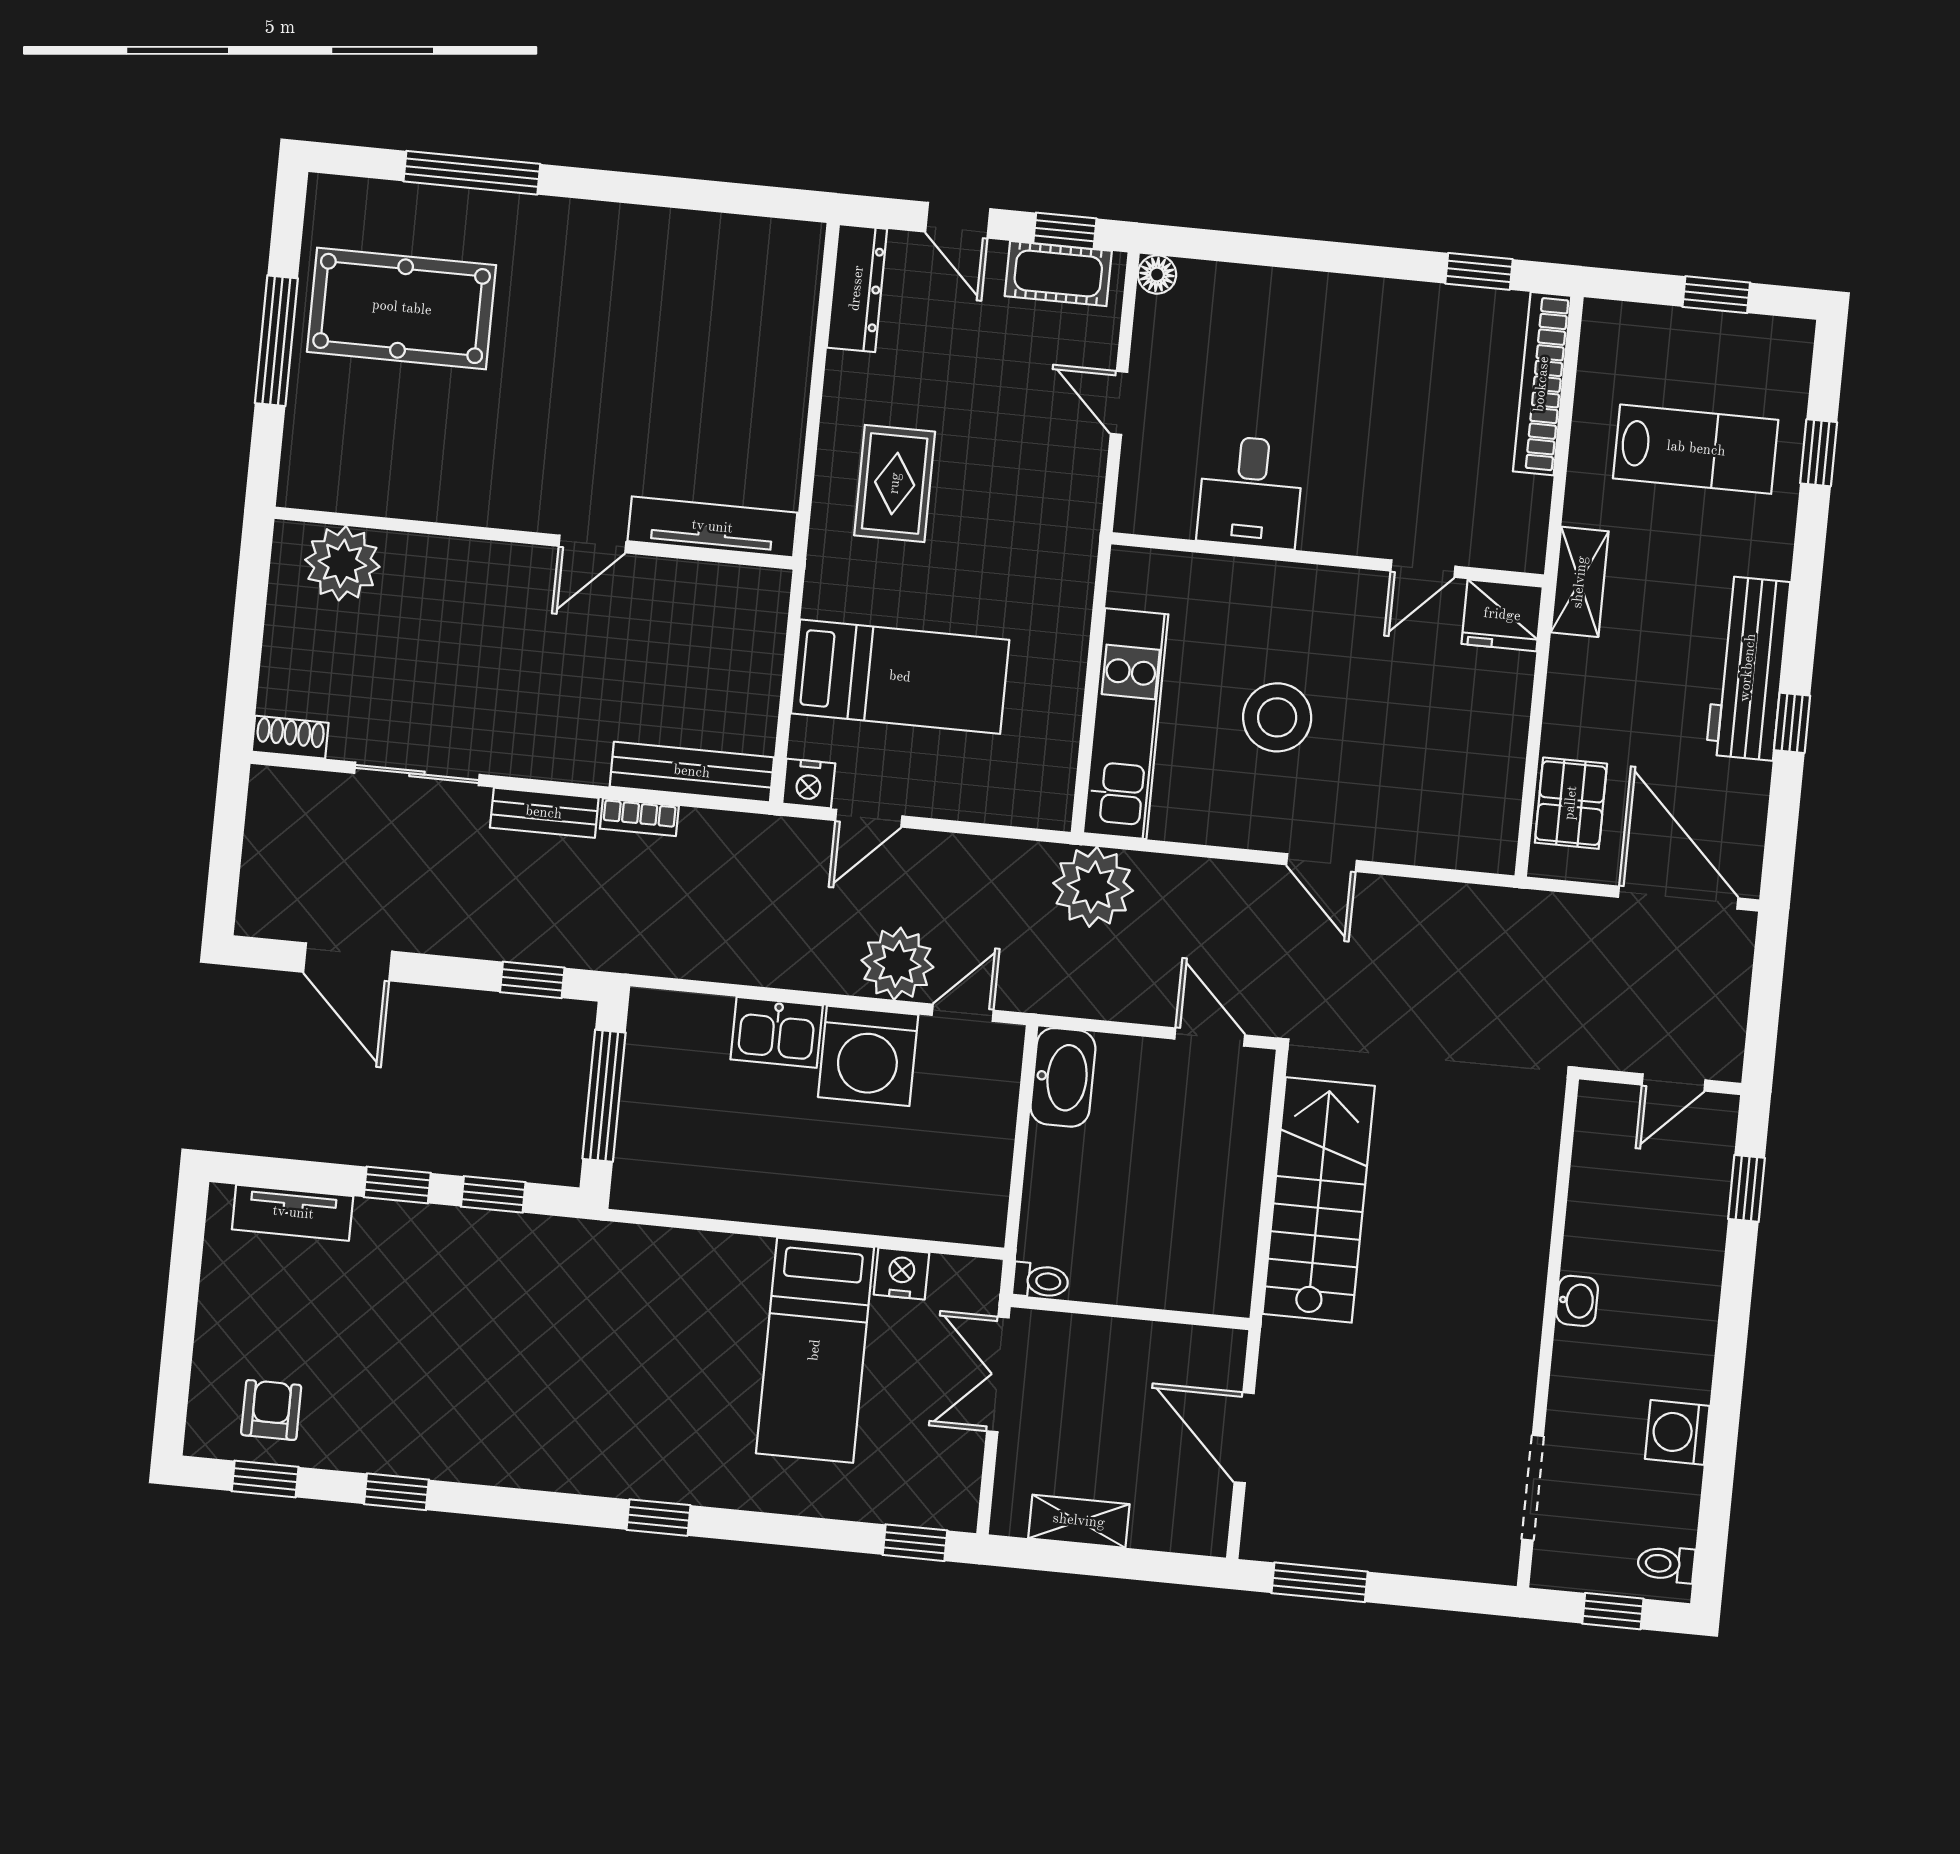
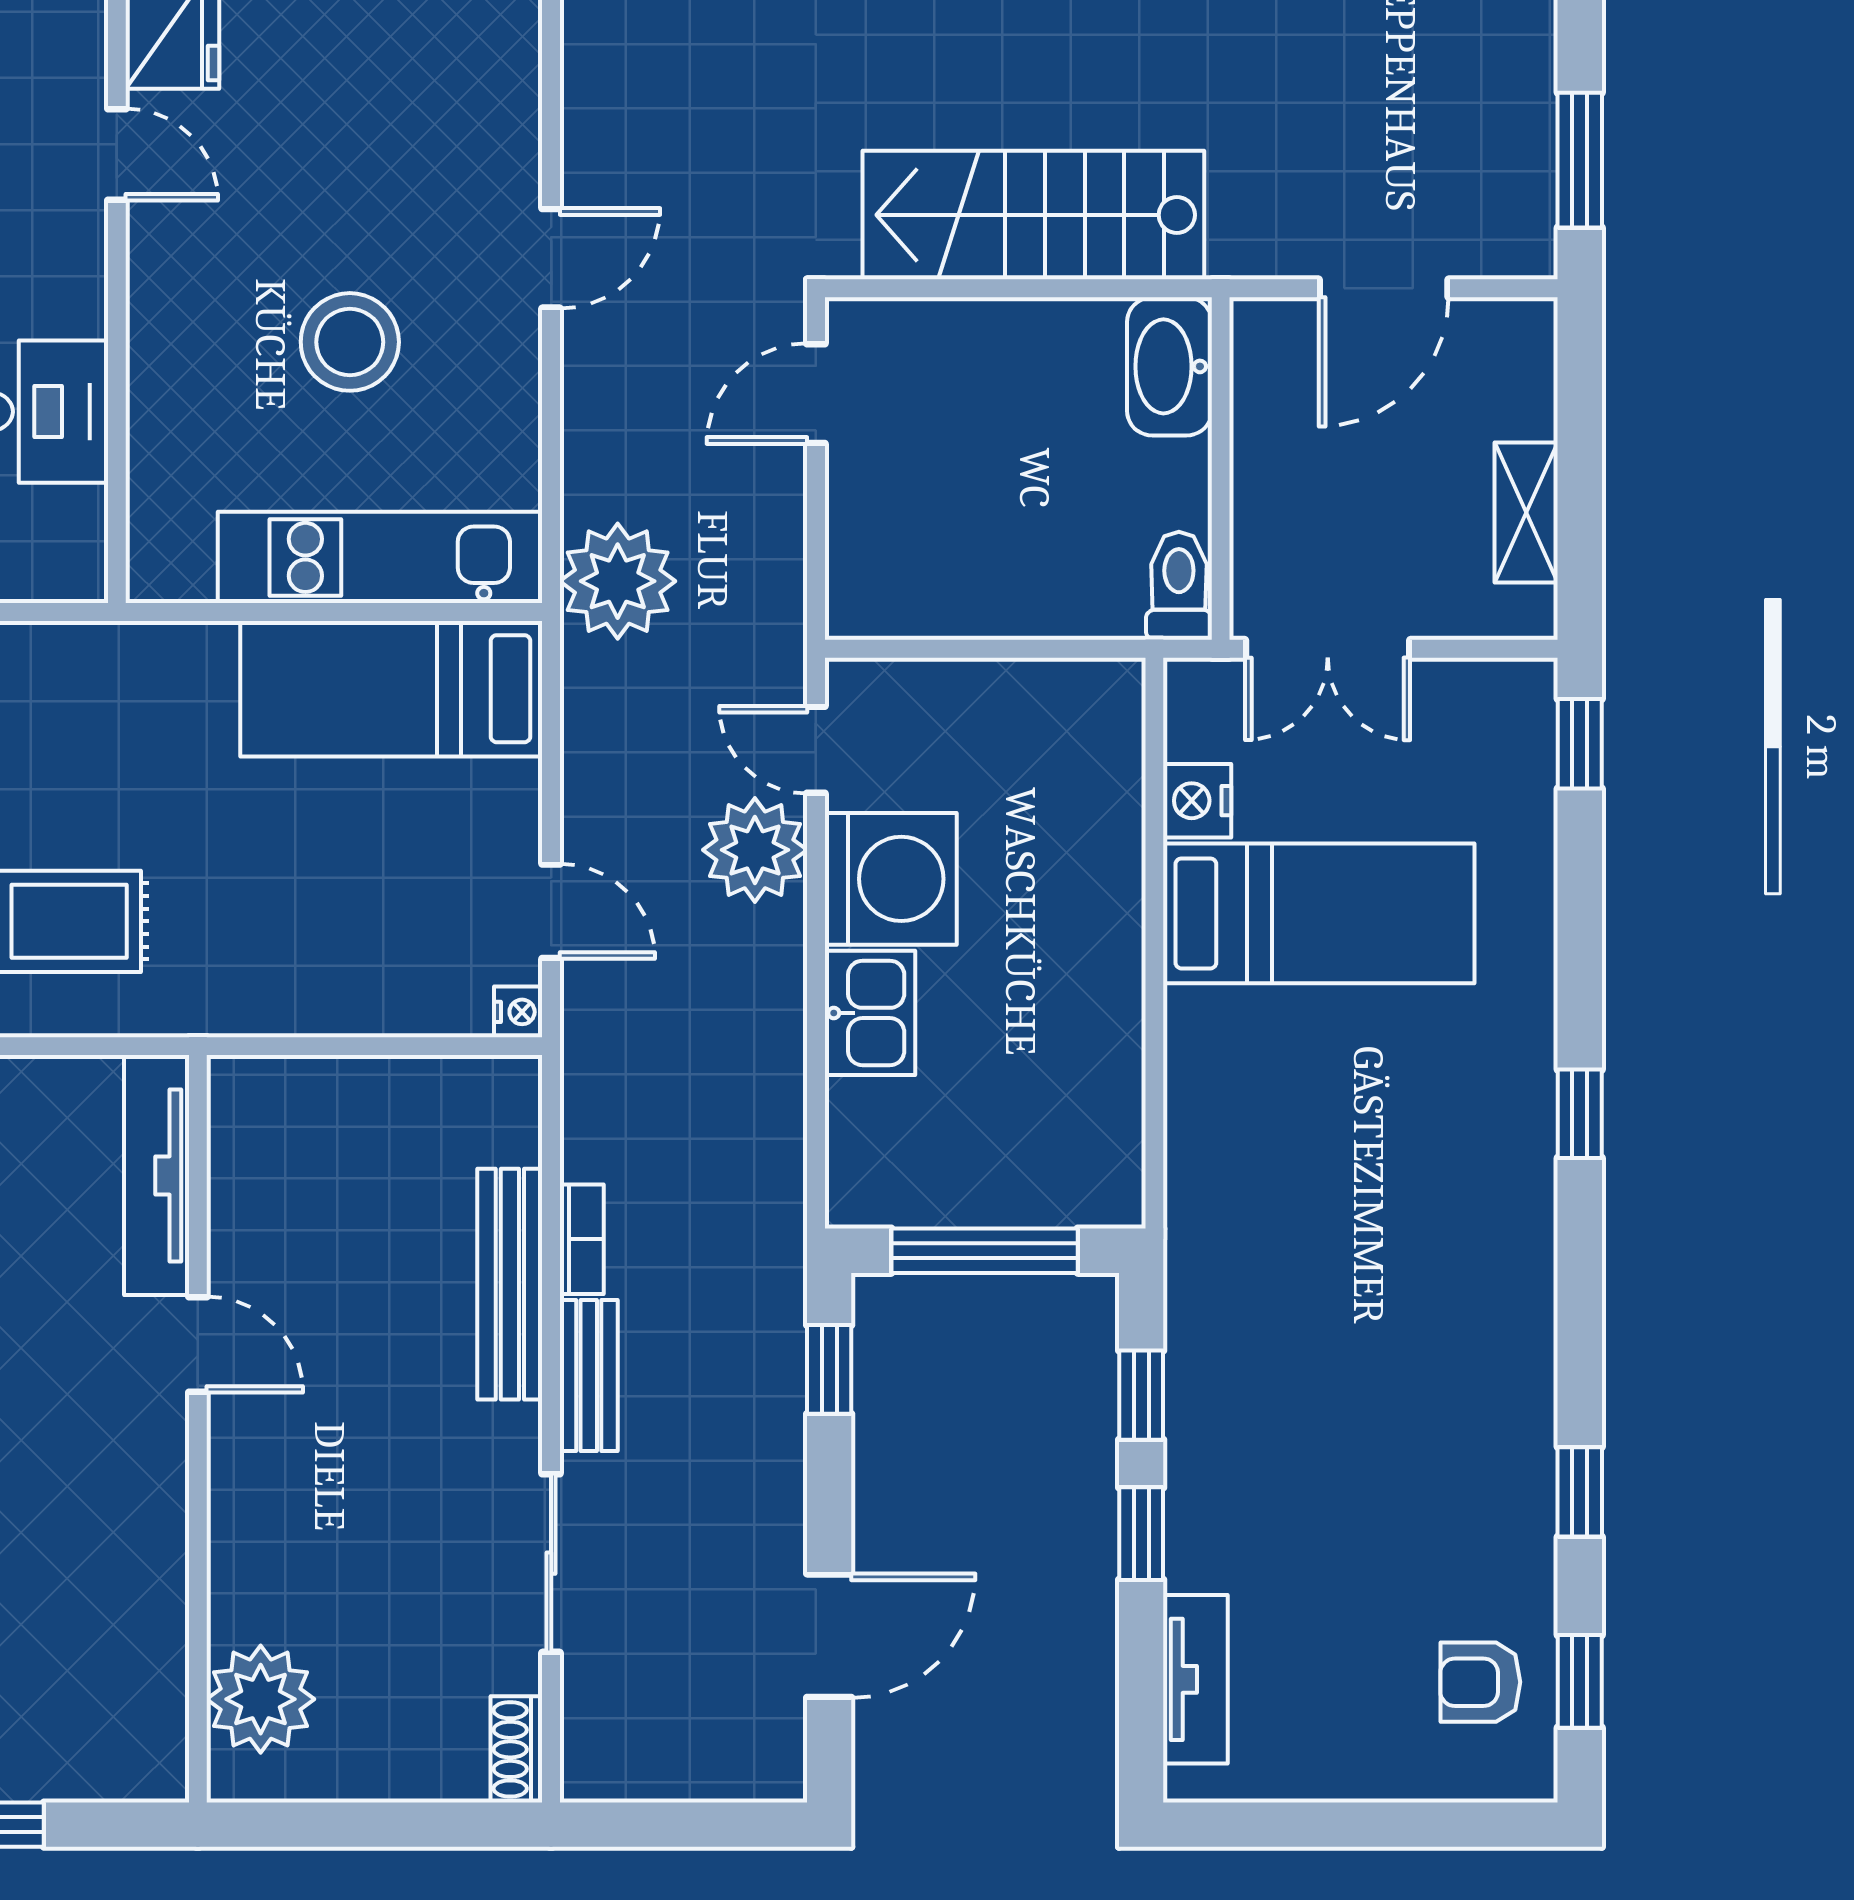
bed: (900, 677) -> (391, 689), moved, turned -90
bench: (692, 772) -> (510, 1284), moved
nightstand: (809, 783) -> (518, 1012), width x0.72, depth x0.74
washbasin: (1063, 1077) -> (1169, 366), moved, turned -90
toilet: (1041, 1281) -> (1179, 586), width x1.37, depth x1.39

